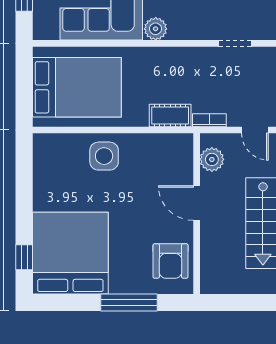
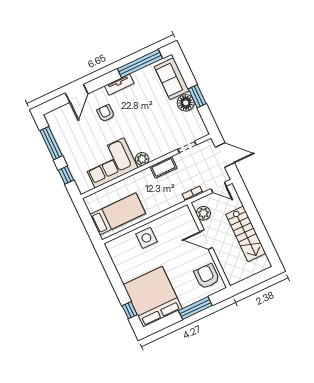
bed: (77, 87) -> (118, 214), width x0.67
cot: (170, 116) -> (163, 167), moved
armchair: (170, 261) -> (207, 276), turned 180

